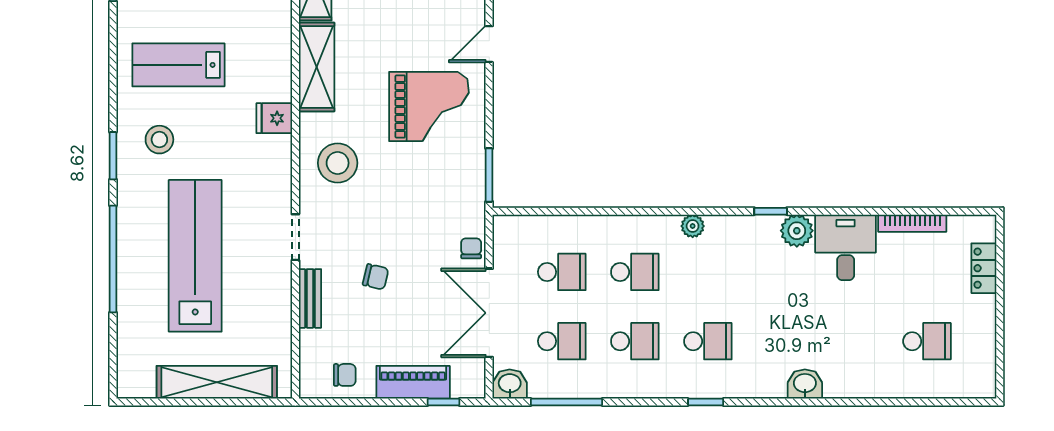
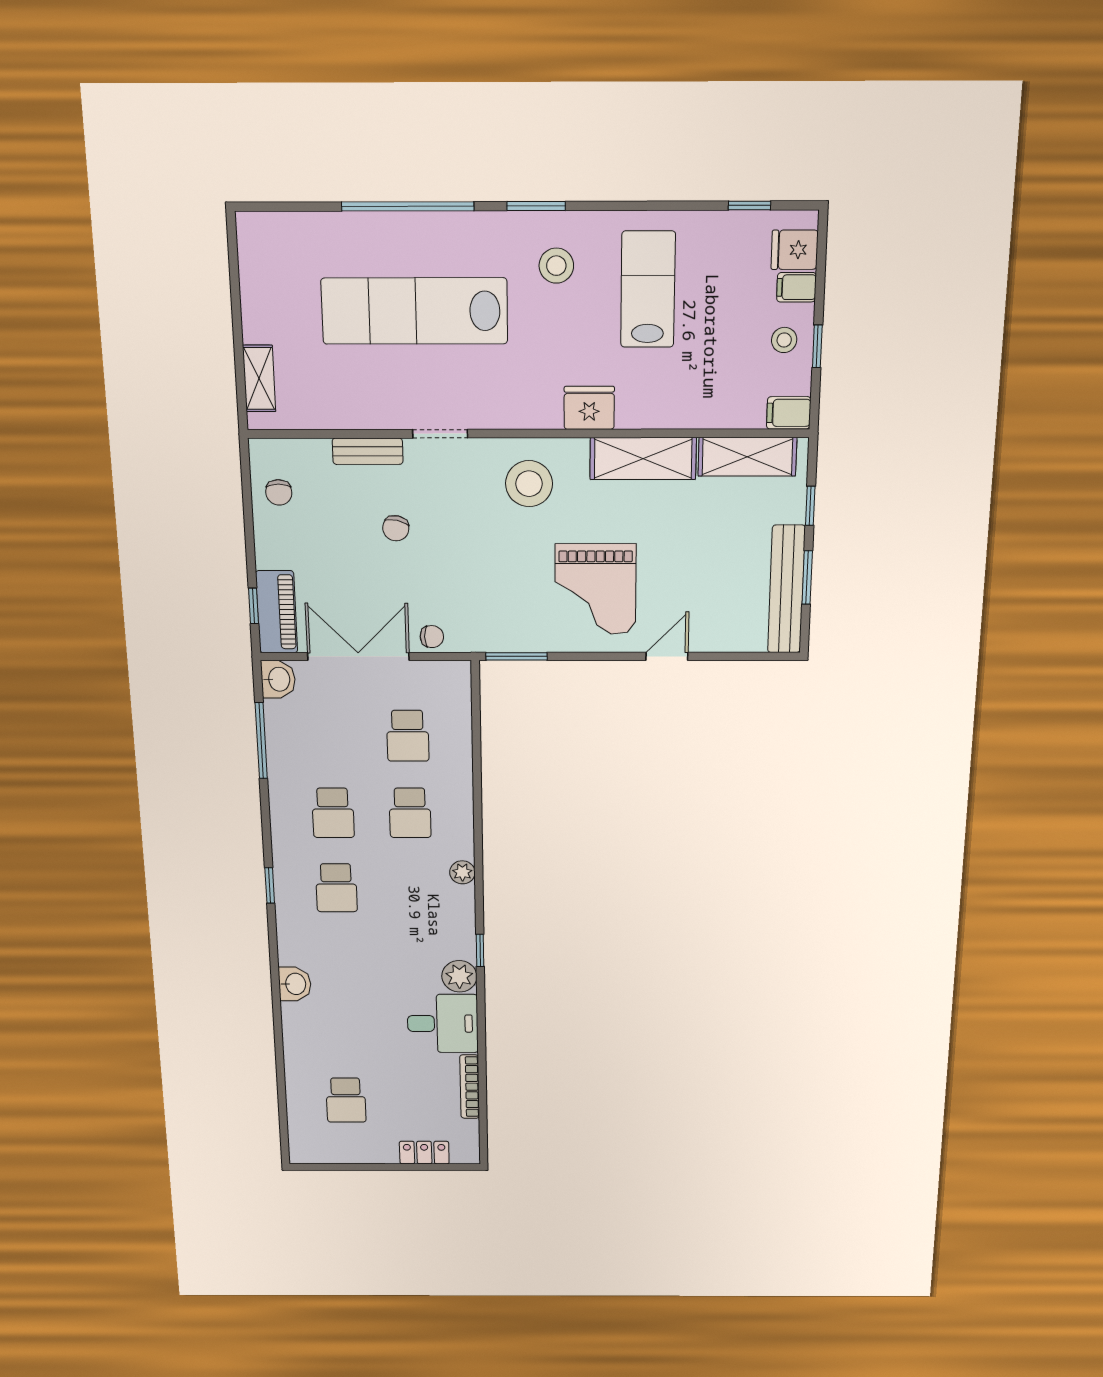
door: (489, 44) -> (667, 656), hinge flipped
fridge: (274, 118) -> (589, 408), width x1.38
lab bench: (195, 256) -> (415, 311), turned 180
school desk: (562, 341) -> (330, 736), removed
shelving: (217, 382) -> (259, 379), width x0.45, depth x0.75
piano: (413, 382) -> (277, 612), moved

